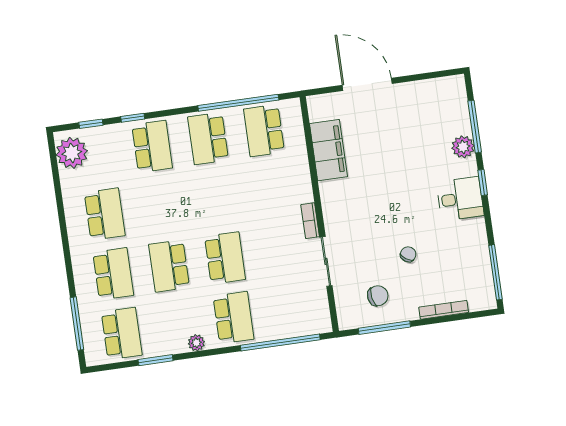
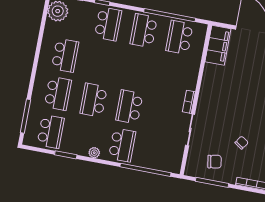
filing cabinet: (328, 150) -> (218, 45), moved
school desk: (225, 258) -> (129, 107), turned 180

